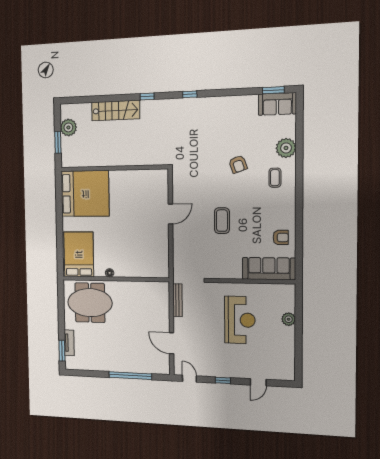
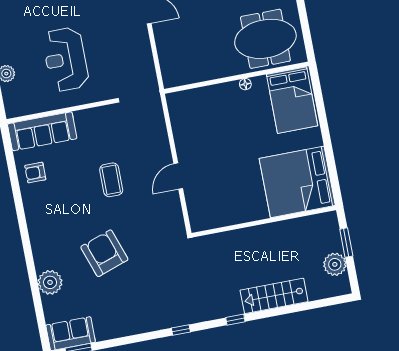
armchair: (238, 164) -> (104, 253), width x1.88, depth x1.88
coffee table: (275, 178) -> (56, 244), removed
bench: (178, 300) -> (149, 67), removed

